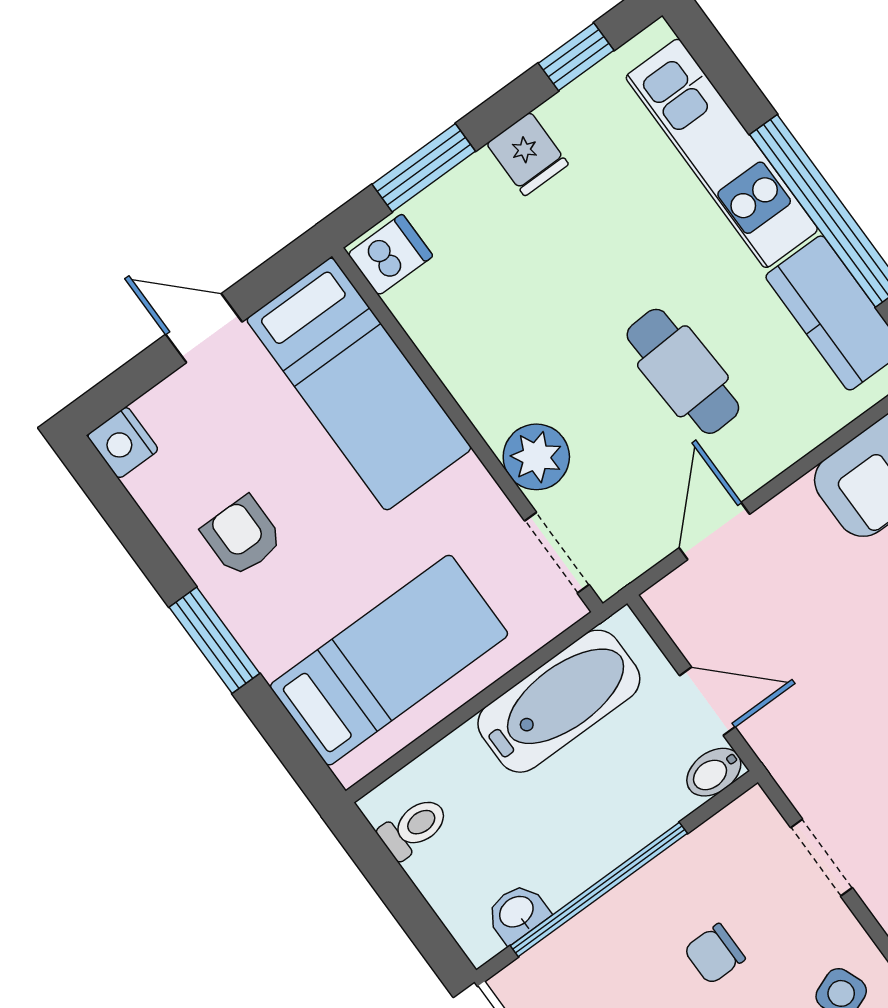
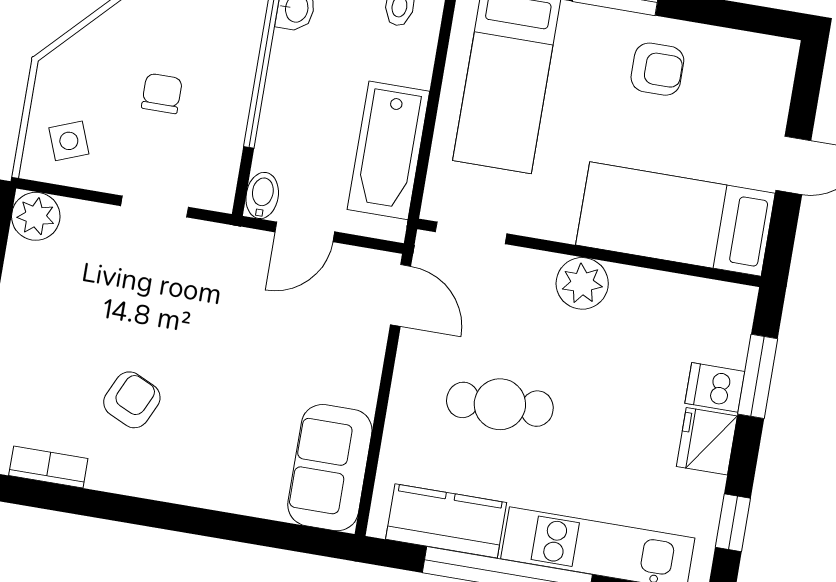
fridge: (527, 154) -> (707, 441), width x1.38
dishwasher: (390, 255) -> (715, 387), moved, turned 90
nightstand: (123, 443) -> (776, 56), removed
plant: (536, 457) -> (582, 283), moved
door: (714, 531) -> (401, 295), moved

